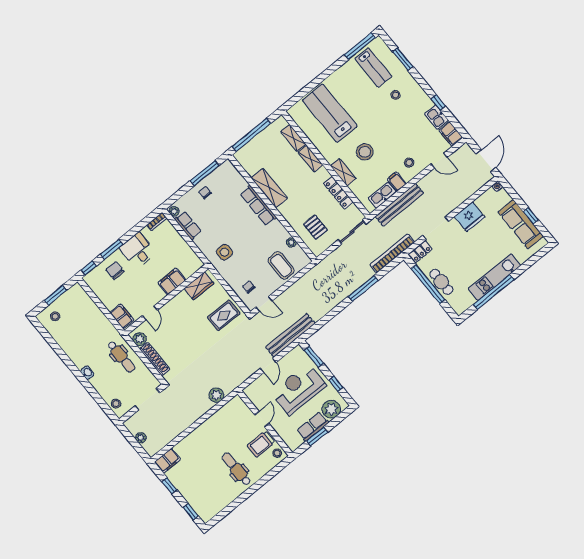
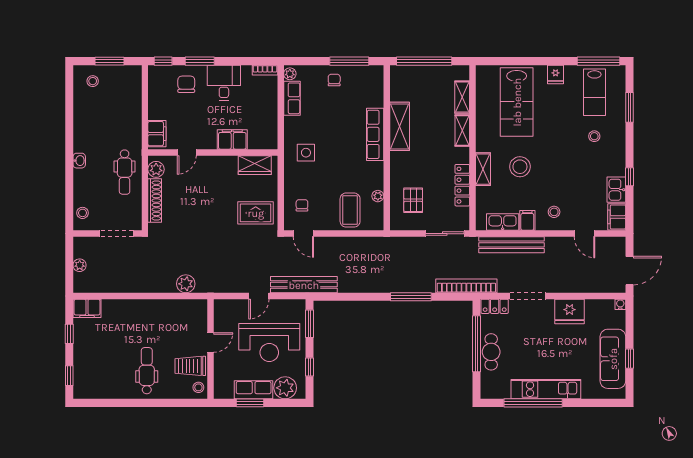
fridge: (340, 76) -> (556, 74), added
lab bench: (330, 113) -> (517, 102), turned 180
reception desk: (298, 389) -> (269, 343), turned 180

